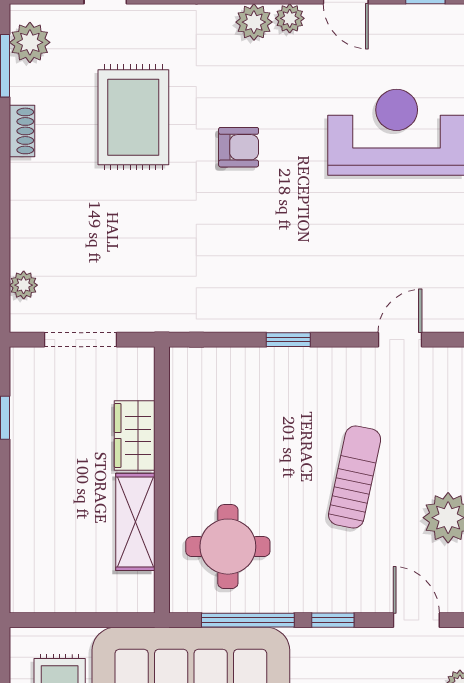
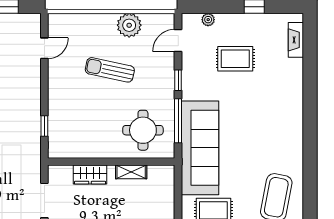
window: (288, 340) -> (44, 126), moved
door: (400, 340) -> (44, 48), swing flipped
shelving: (135, 522) -> (131, 172), width x0.67, depth x0.75

